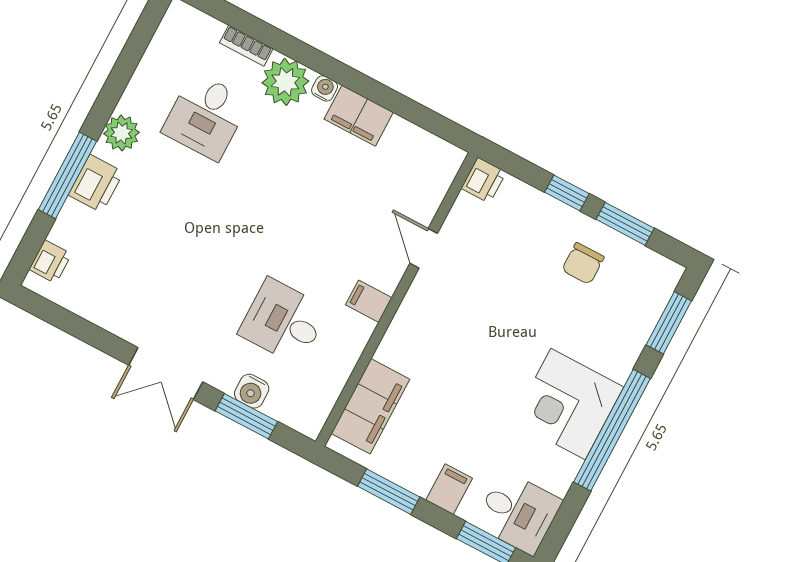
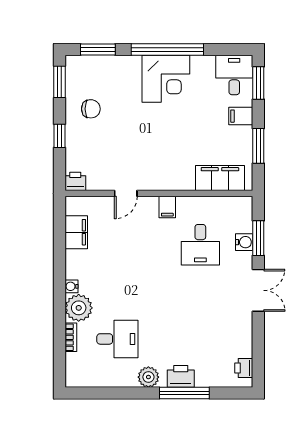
filing cabinet: (359, 116) -> (76, 232), moved
window: (625, 224) -> (60, 82), moved
printer: (50, 262) -> (244, 368), moved, turned -90

